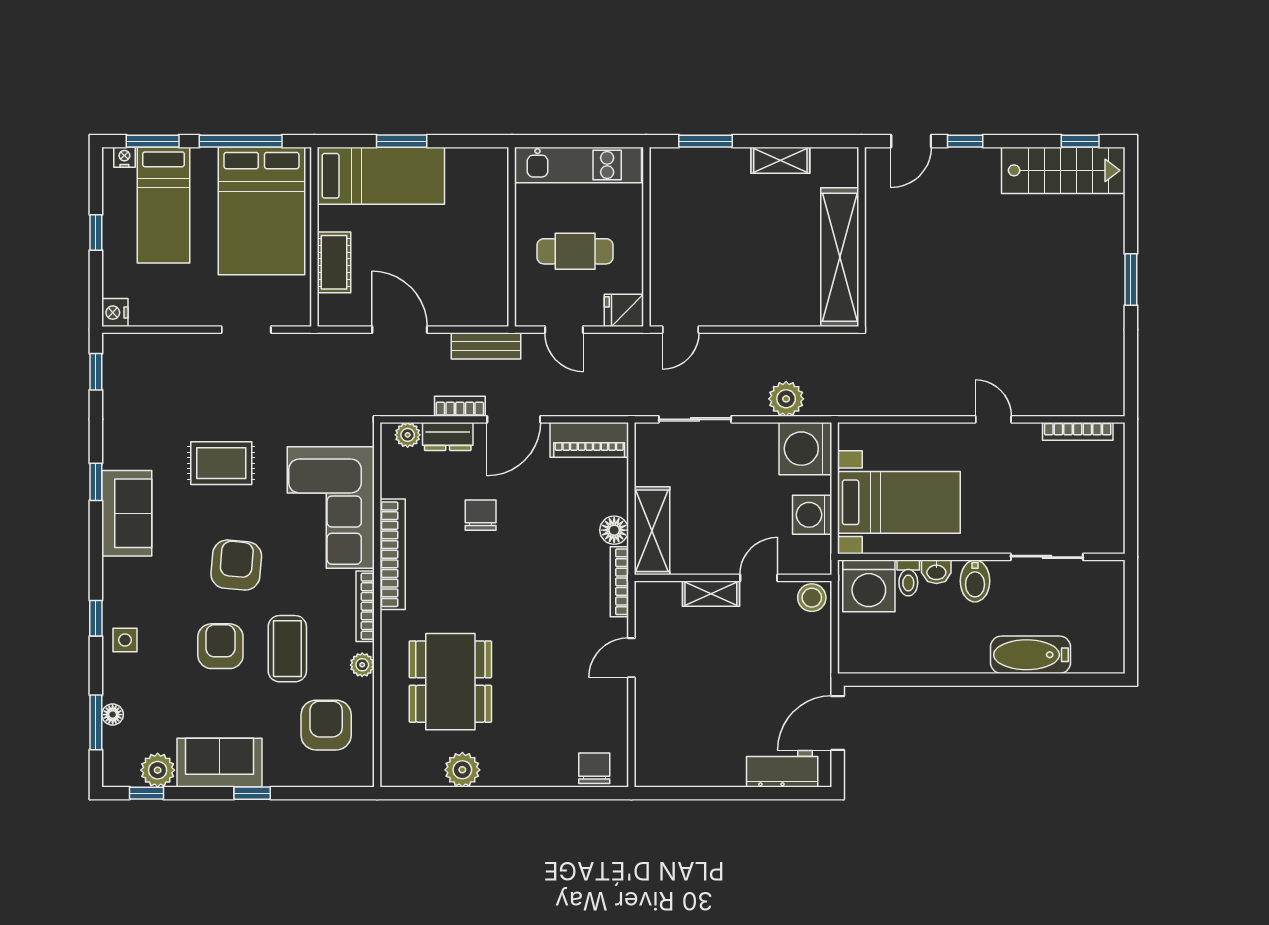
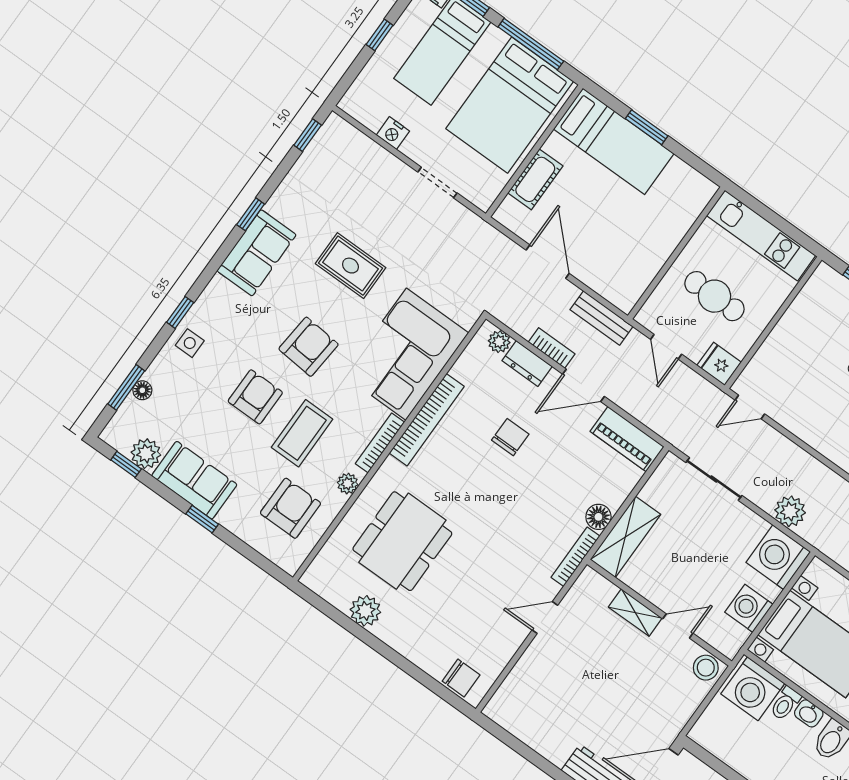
nightstand: (115, 313) -> (393, 133), moved, turned -90
chair: (594, 768) -> (461, 678), turned 90

